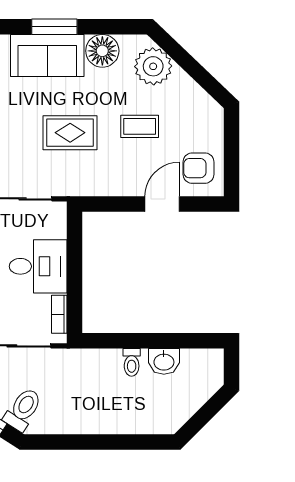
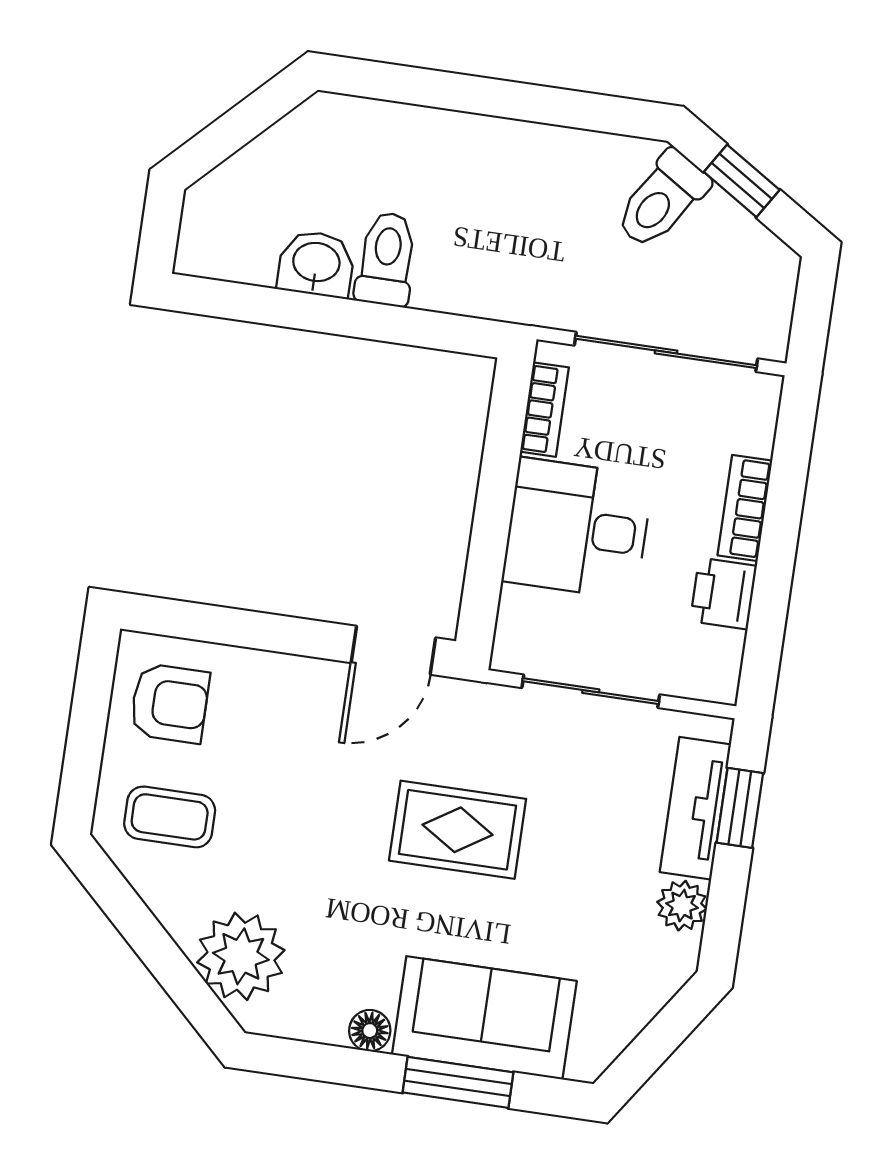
floor lamp: (102, 51) -> (370, 1031), width x0.53, depth x0.53
coffee table: (140, 126) -> (170, 817), moved
door: (162, 204) -> (393, 650), moved
toilet: (132, 362) -> (386, 259), width x1.37, depth x1.39

